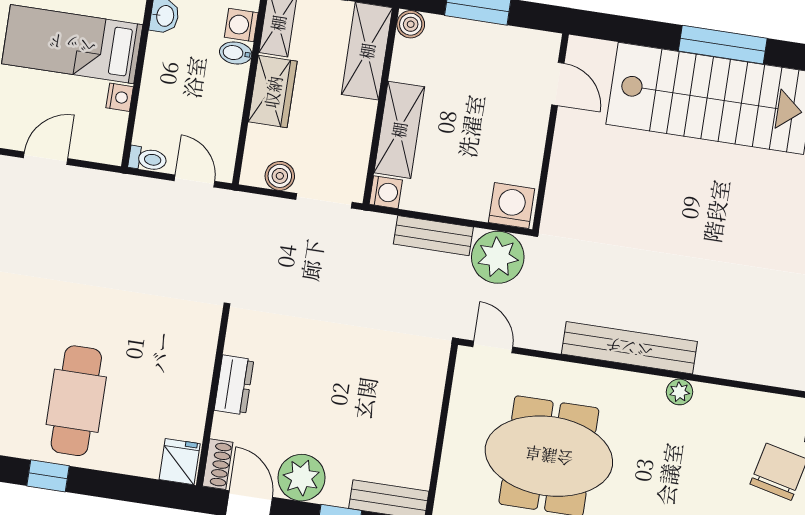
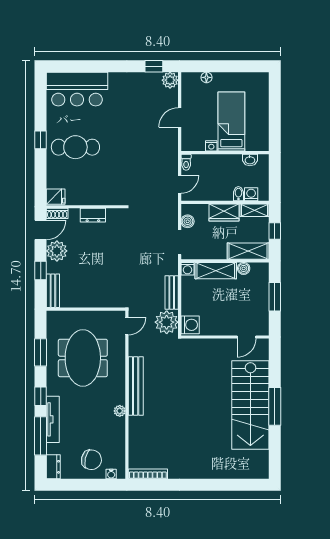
boiler: (411, 24) -> (244, 268), moved
door: (46, 158) -> (180, 118), swing flipped

